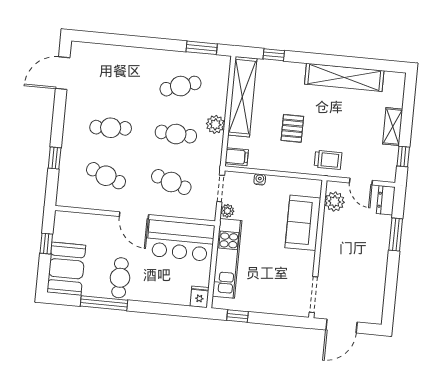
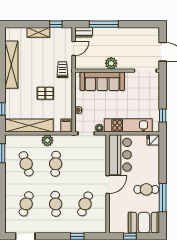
cafe table: (171, 182) -> (26, 204), moved
plant: (335, 202) -> (111, 63), moved
sofa: (303, 223) -> (102, 81), width x1.36
window: (396, 235) -> (104, 24), width x1.44

